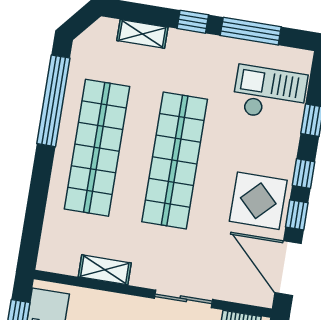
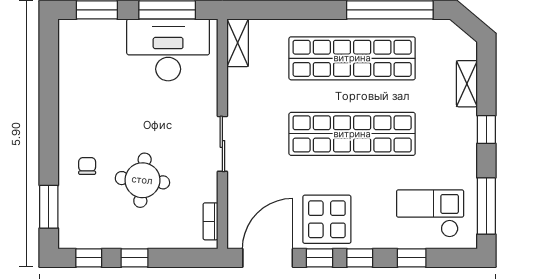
window: (251, 31) -> (486, 206), moved
checkout: (270, 94) -> (430, 213), turned -90
shelving: (105, 270) -> (238, 43), moved
sliding door: (183, 299) -> (222, 144), moved

